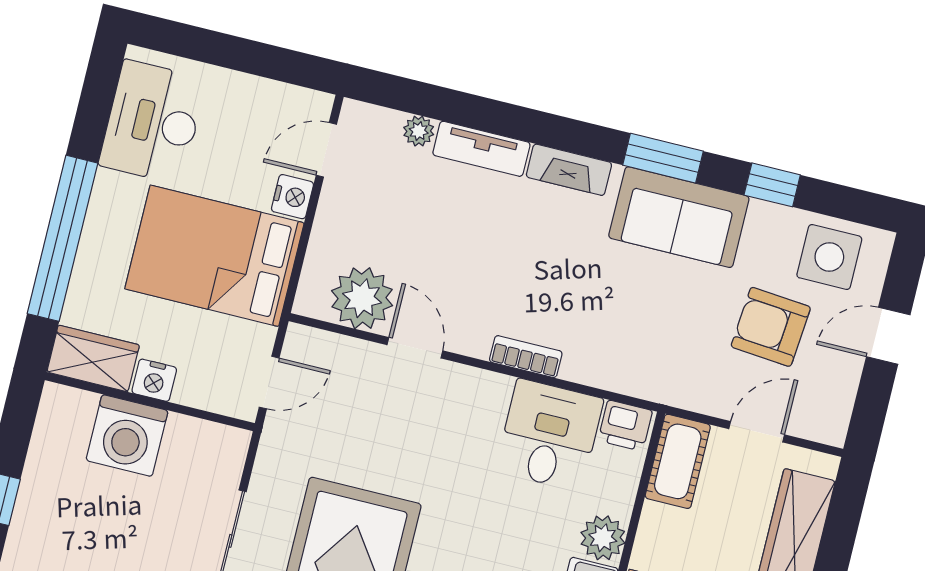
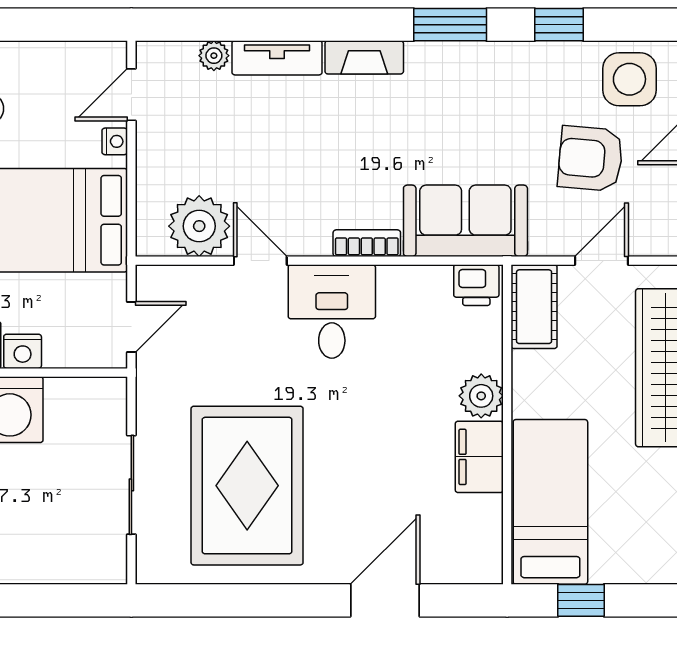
nightstand: (292, 197) -> (115, 141), width x0.72, depth x0.74
sofa: (679, 217) -> (465, 221), moved, turned 180
desk: (549, 435) -> (332, 311), moved

